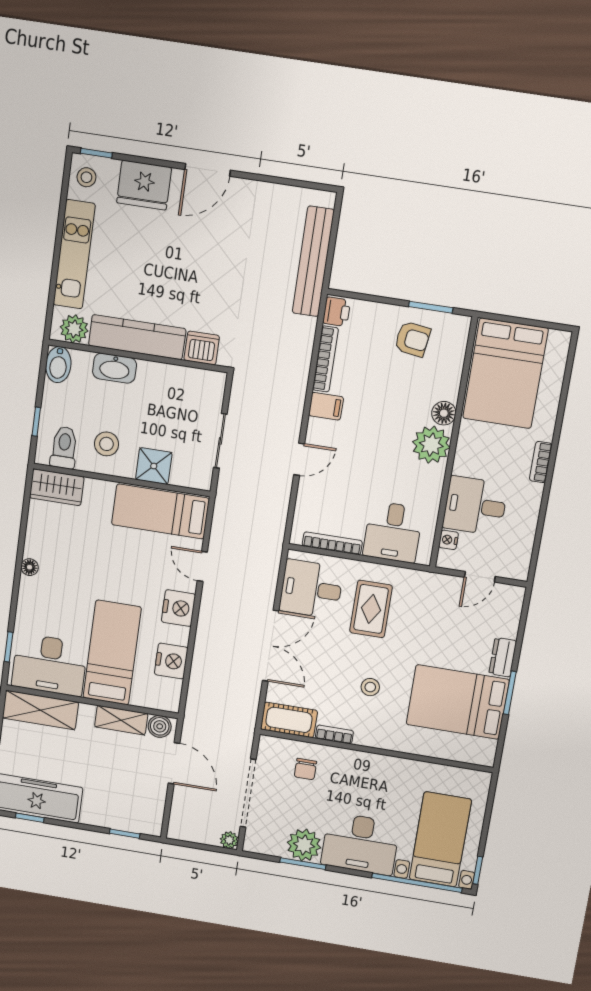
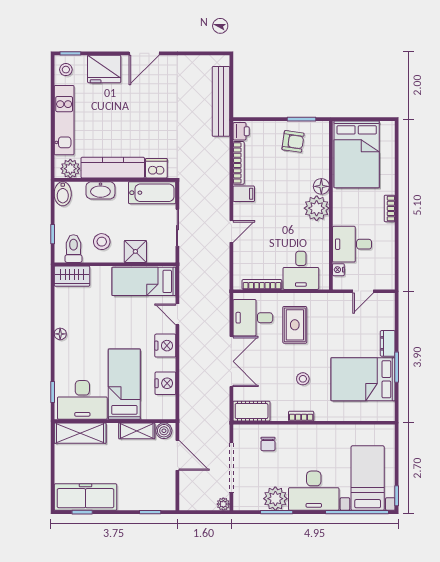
bathtub: (190, 383) -> (152, 193), added
bookcase: (334, 734) -> (301, 416), moved

